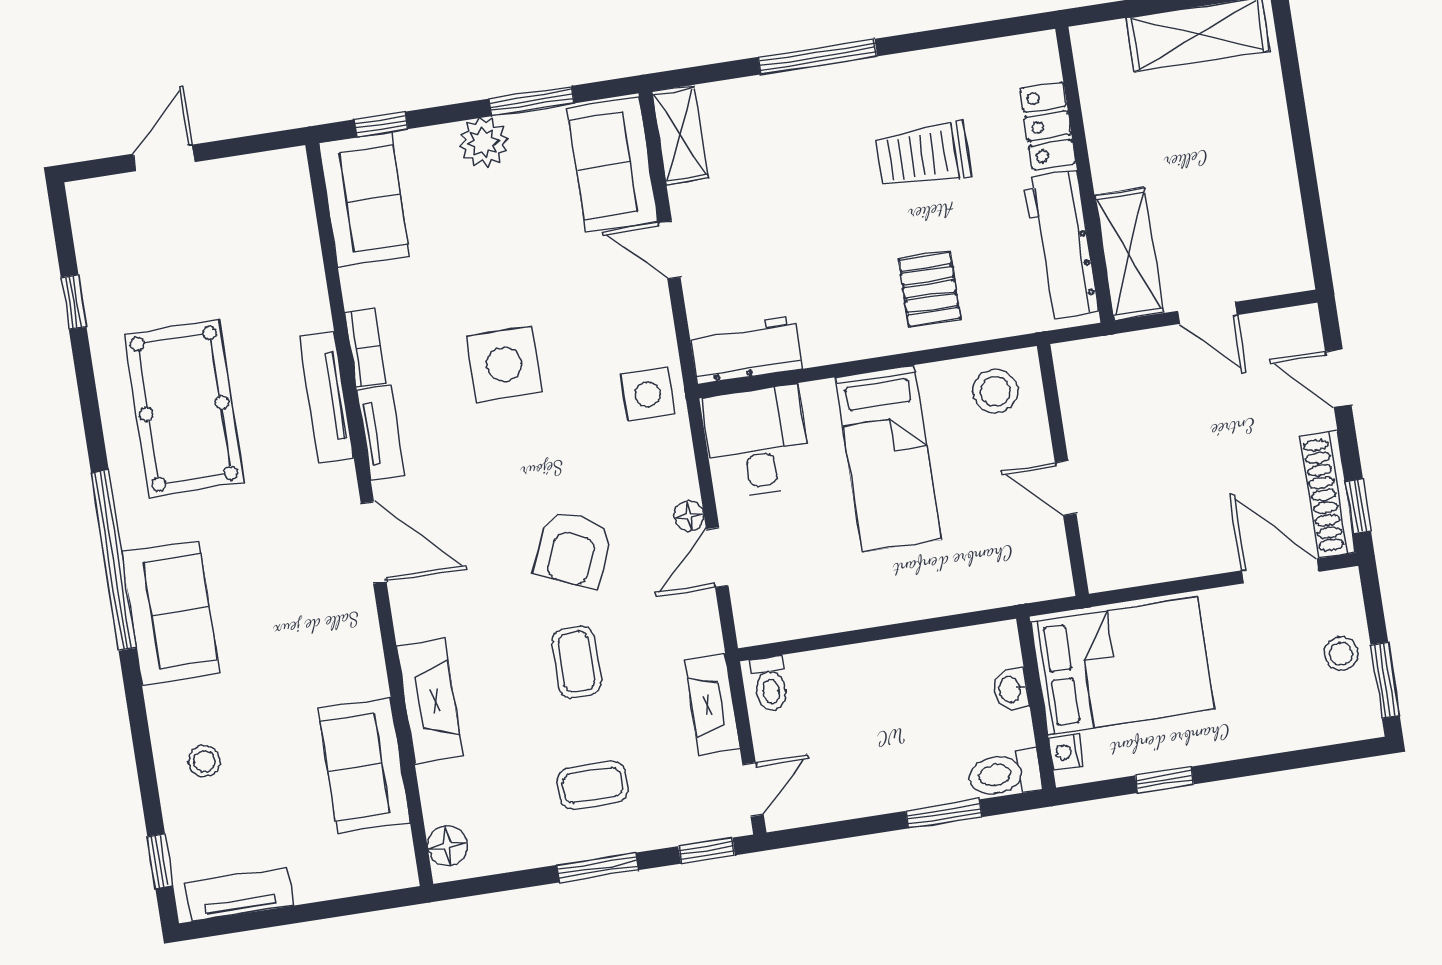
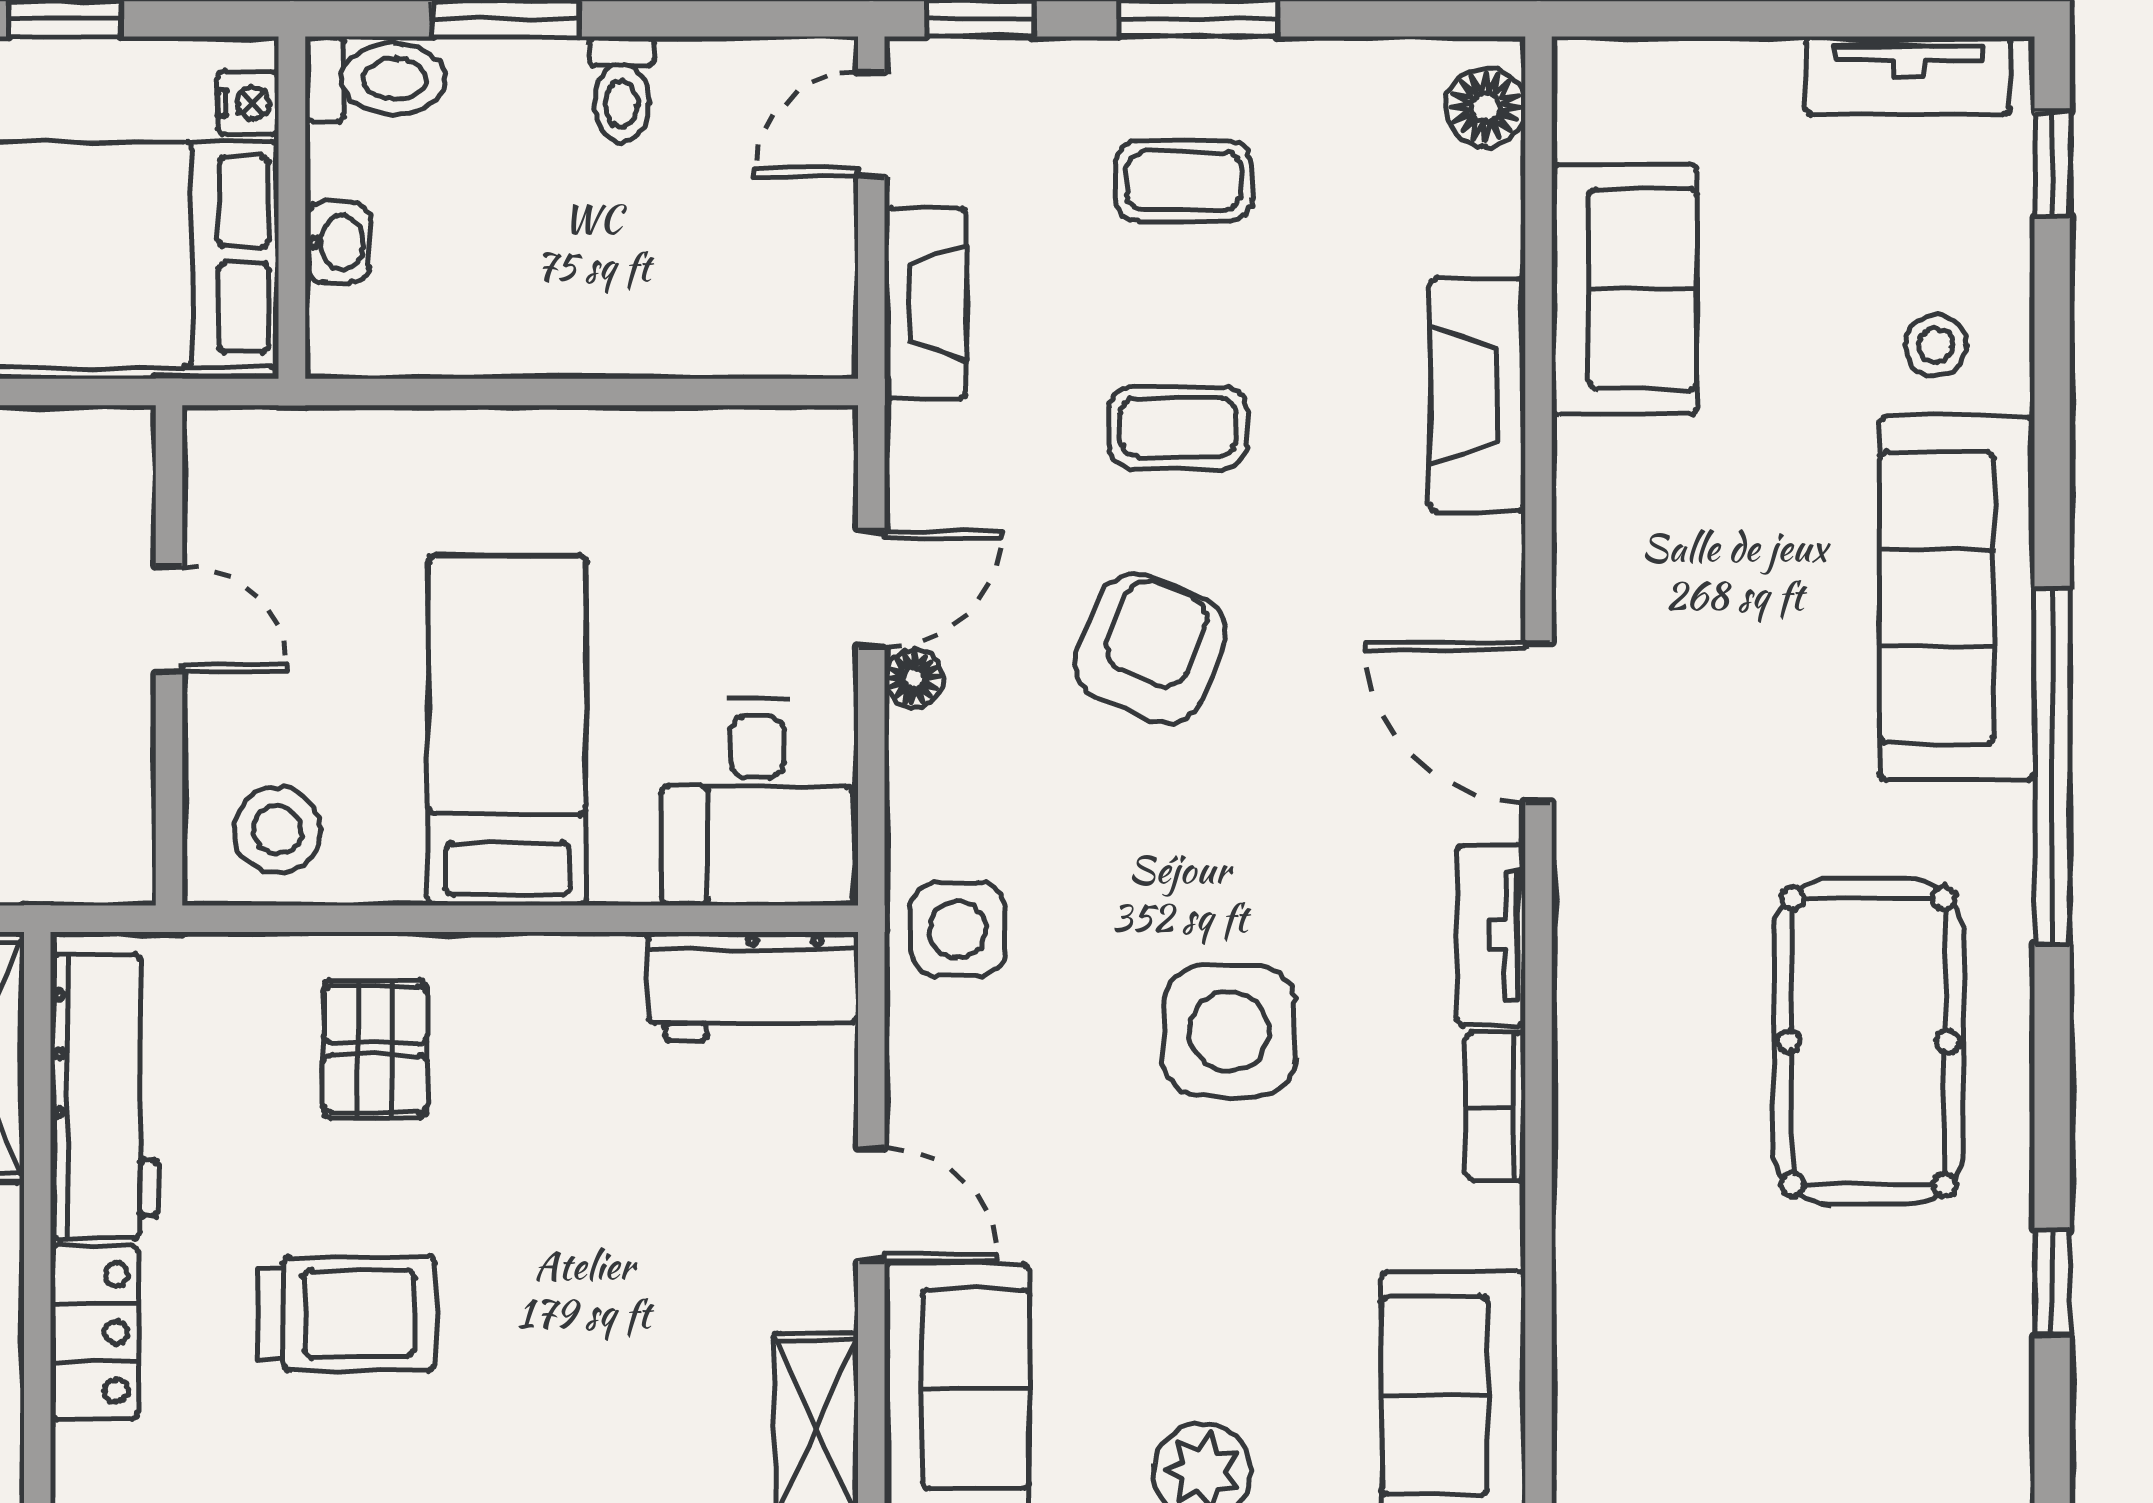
tv unit: (327, 397) -> (1586, 1021), removed
sofa: (170, 613) -> (1957, 598), width x1.36
coffee table: (576, 662) -> (1178, 427), turned 90
toilet: (770, 684) -> (622, 90), moved, turned 180

